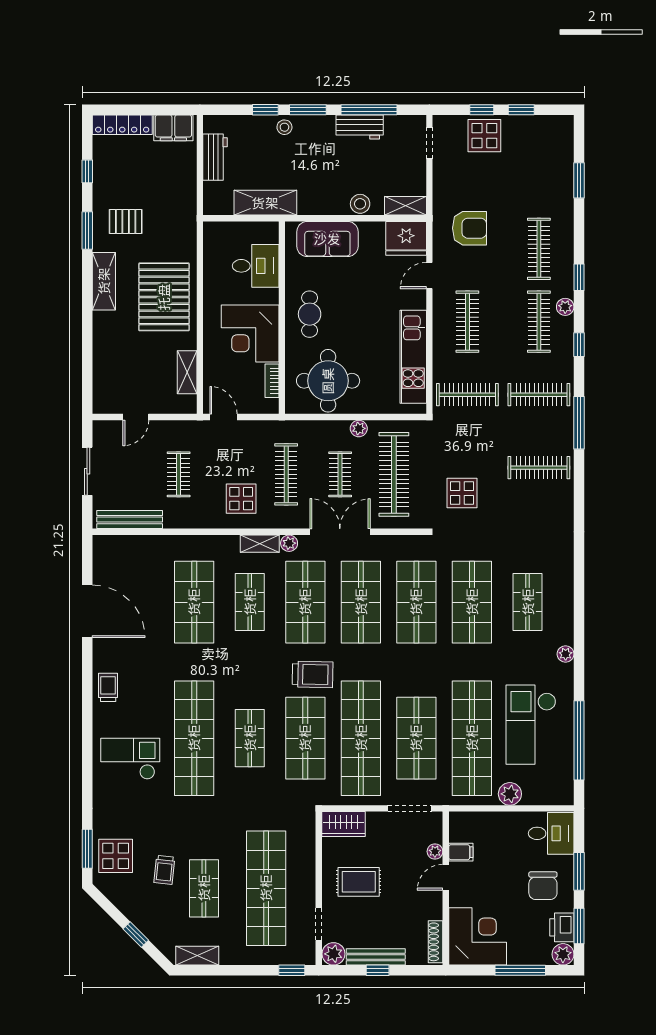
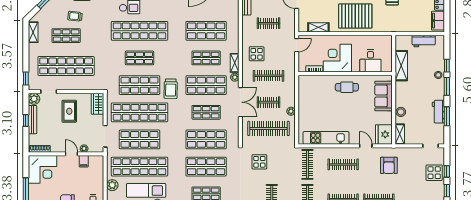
window: (369, 110) -> (447, 116), width x0.69
round table: (328, 381) -> (314, 96), removed
shop shelf: (361, 602) -> (206, 112), width x0.70, depth x0.74

